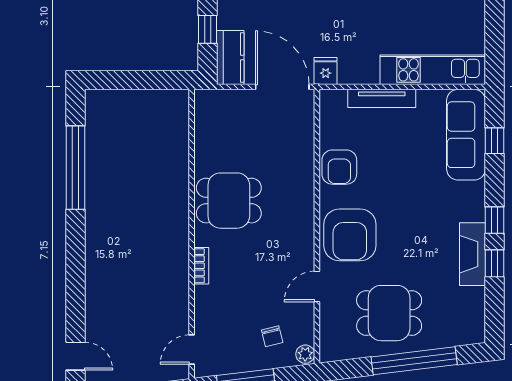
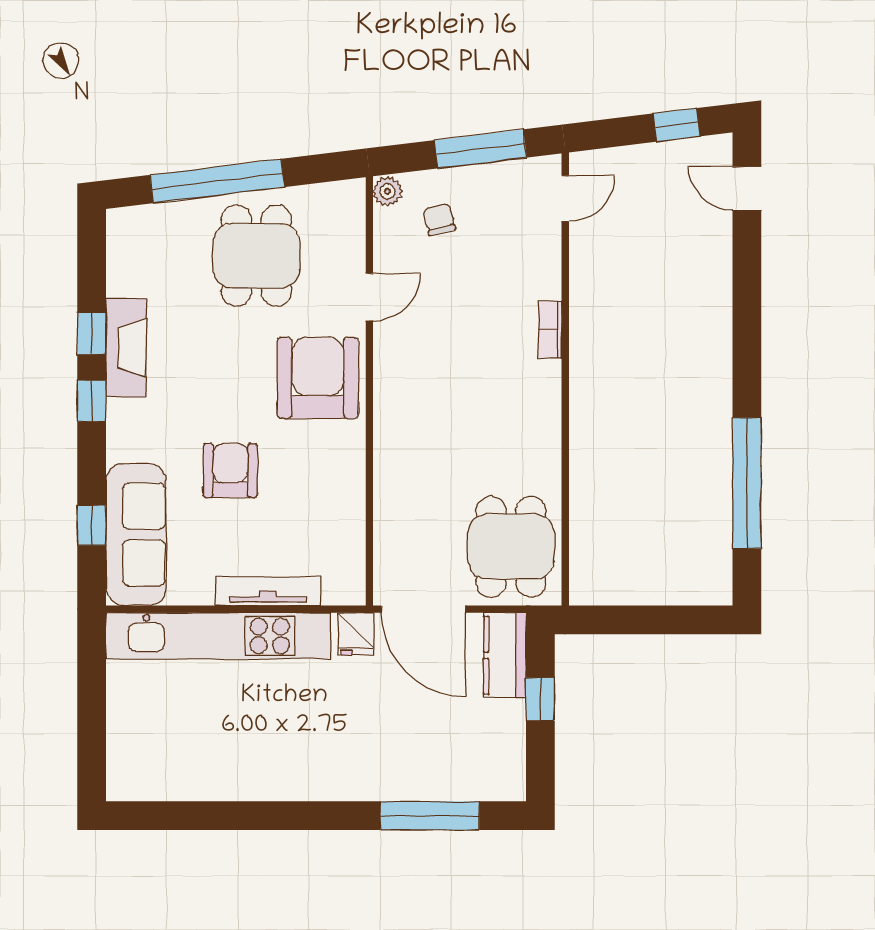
kitchen unit: (433, 70) -> (218, 636), width x1.36
armchair: (339, 167) -> (230, 471), moved
dining table: (229, 201) -> (511, 547), moved, turned 90
dining table: (389, 313) -> (256, 256), turned 90

